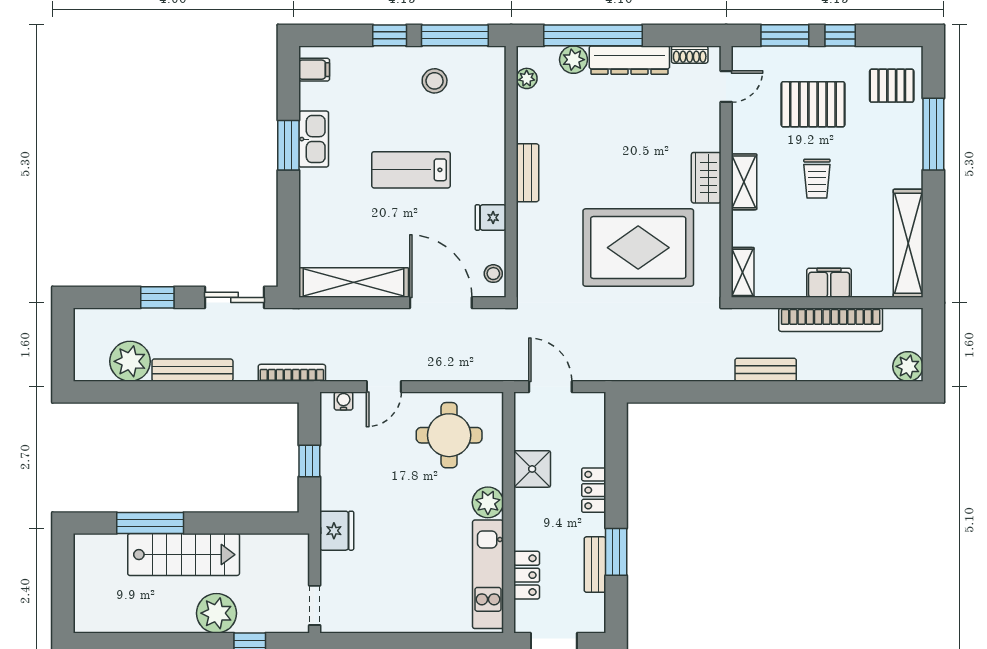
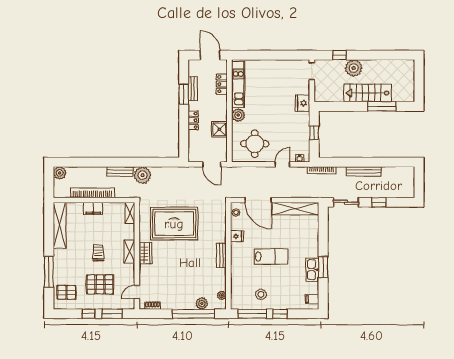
dresser: (629, 60) -> (178, 303), removed
plant: (130, 361) -> (143, 175), moved

